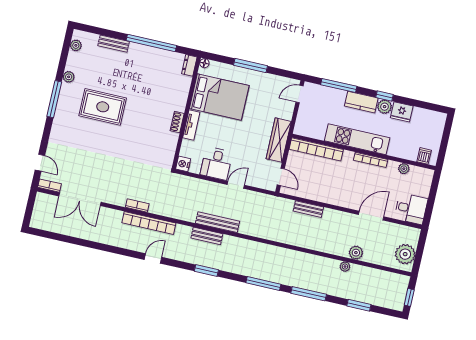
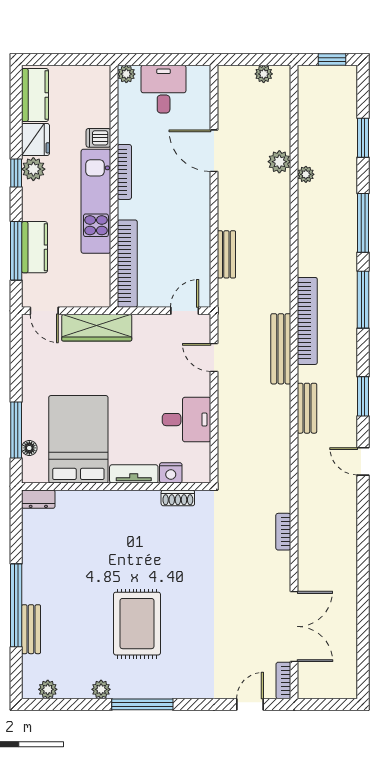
window: (151, 43) -> (16, 605), moved
floor lamp: (204, 63) -> (29, 448), moved
window: (251, 65) -> (16, 430), moved
kitchen counter: (361, 102) -> (35, 247), moved
kitchen counter: (428, 118) -> (35, 95), added
shoe rack: (177, 122) -> (178, 498), moved
wardrobe: (279, 140) -> (97, 328), moved
dishwasher: (424, 156) -> (98, 138), moved
nightstand: (183, 164) -> (171, 473), moved
plant: (404, 169) -> (126, 74), moved
door: (236, 185) -> (214, 357), moved
desk: (411, 209) -> (164, 89), moved
bench: (218, 222) -> (281, 349), moved
bookcase: (149, 223) -> (307, 321), moved
plant: (405, 254) -> (264, 74), width x0.53, depth x0.53
door: (153, 258) -> (363, 461), moved

